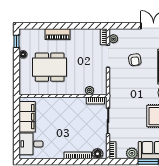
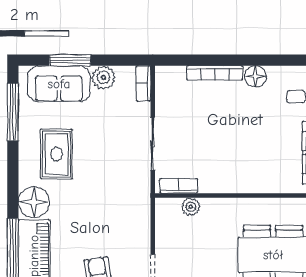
floor lamp: (98, 154) -> (255, 76), moved

